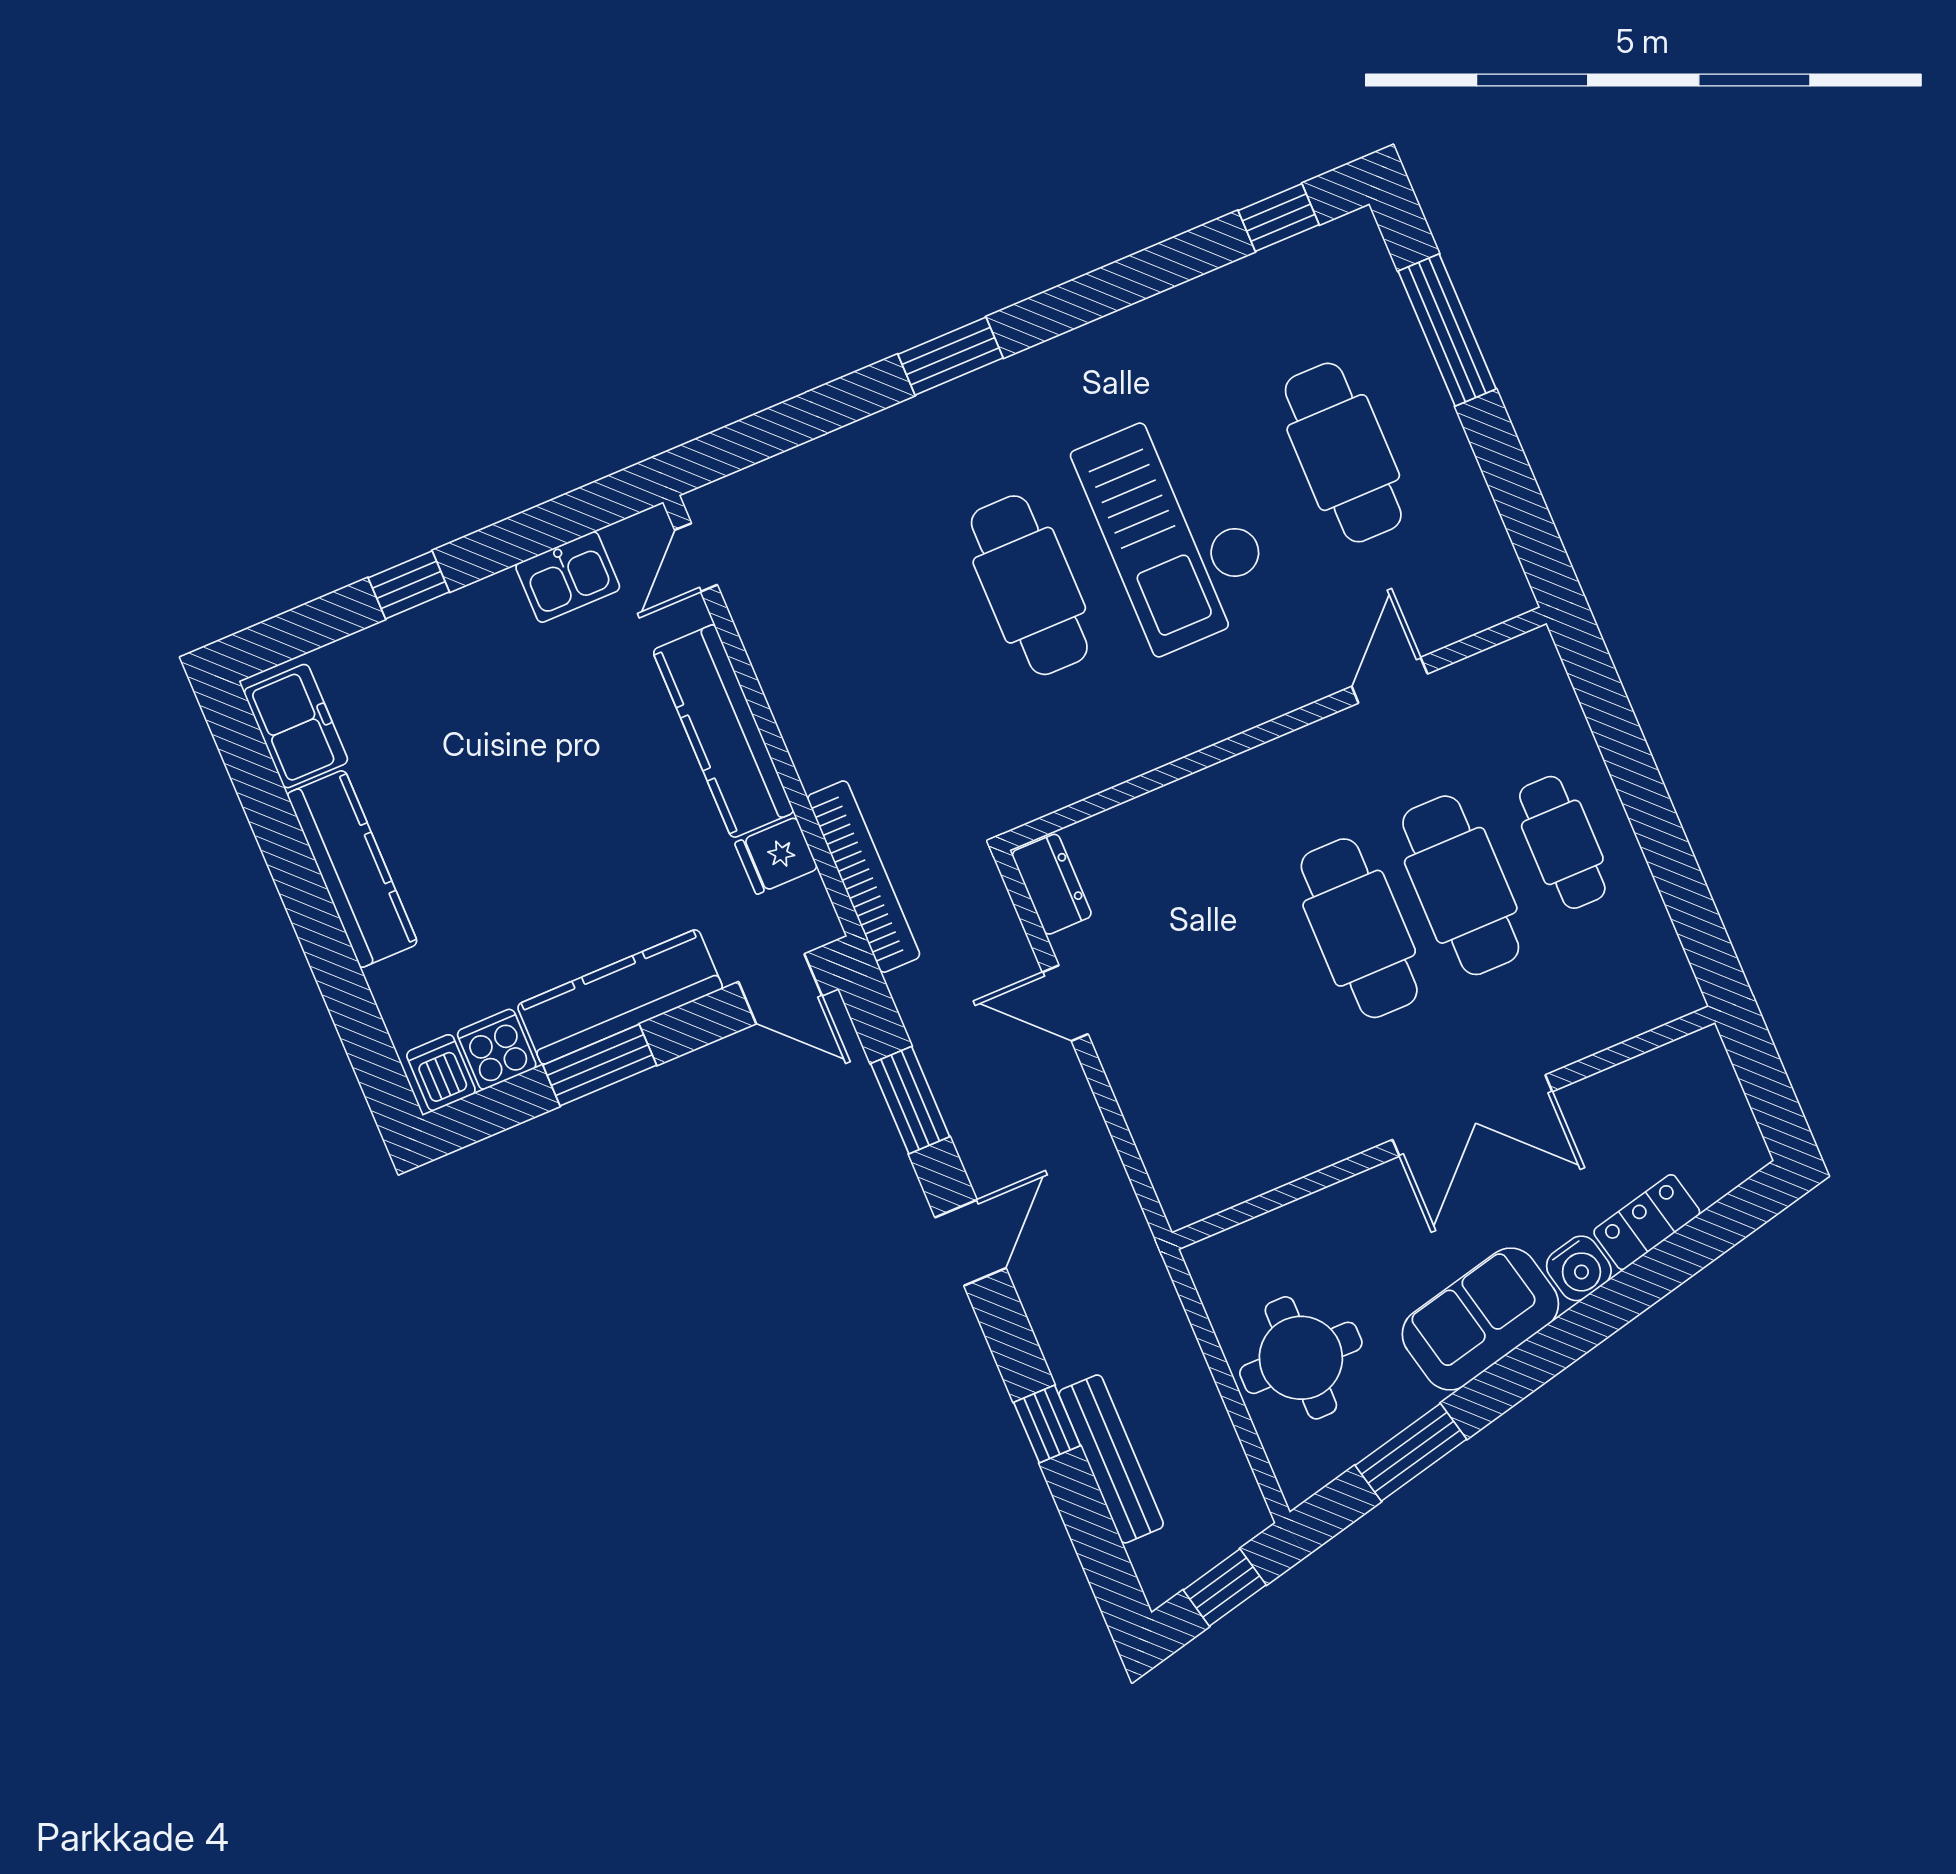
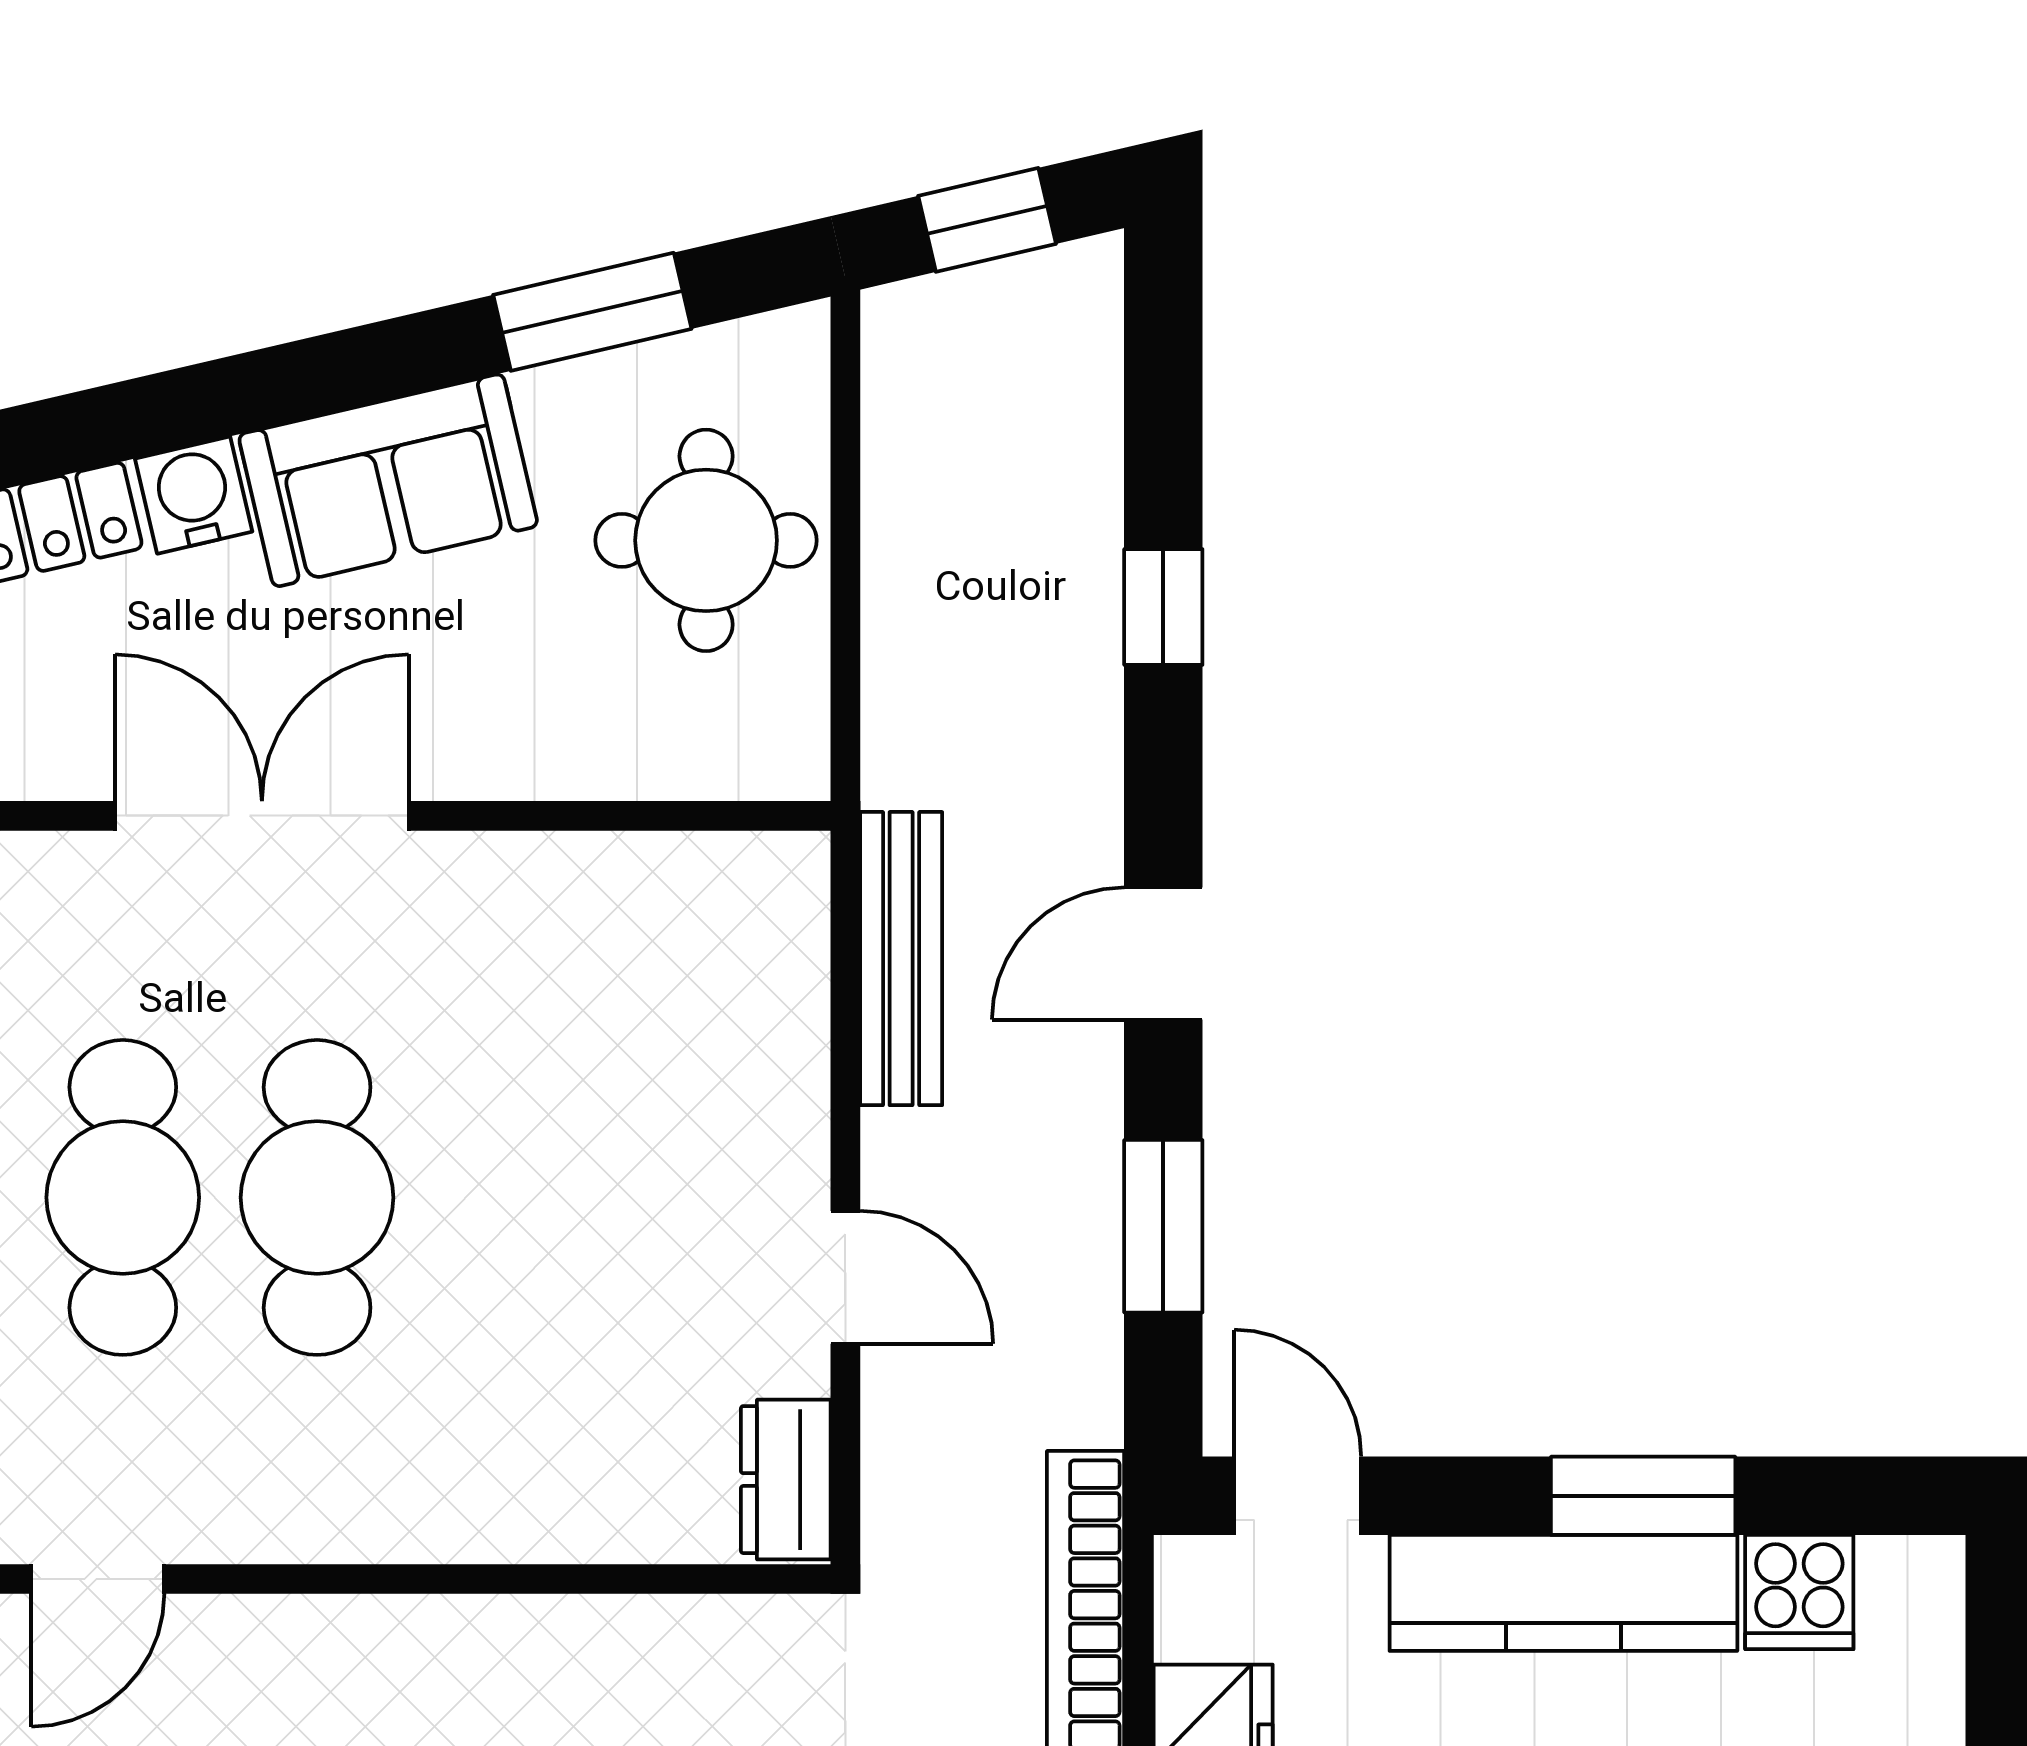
dishwasher: (441, 1073) -> (1906, 1592), removed
bench: (1111, 1459) -> (901, 959), moved

